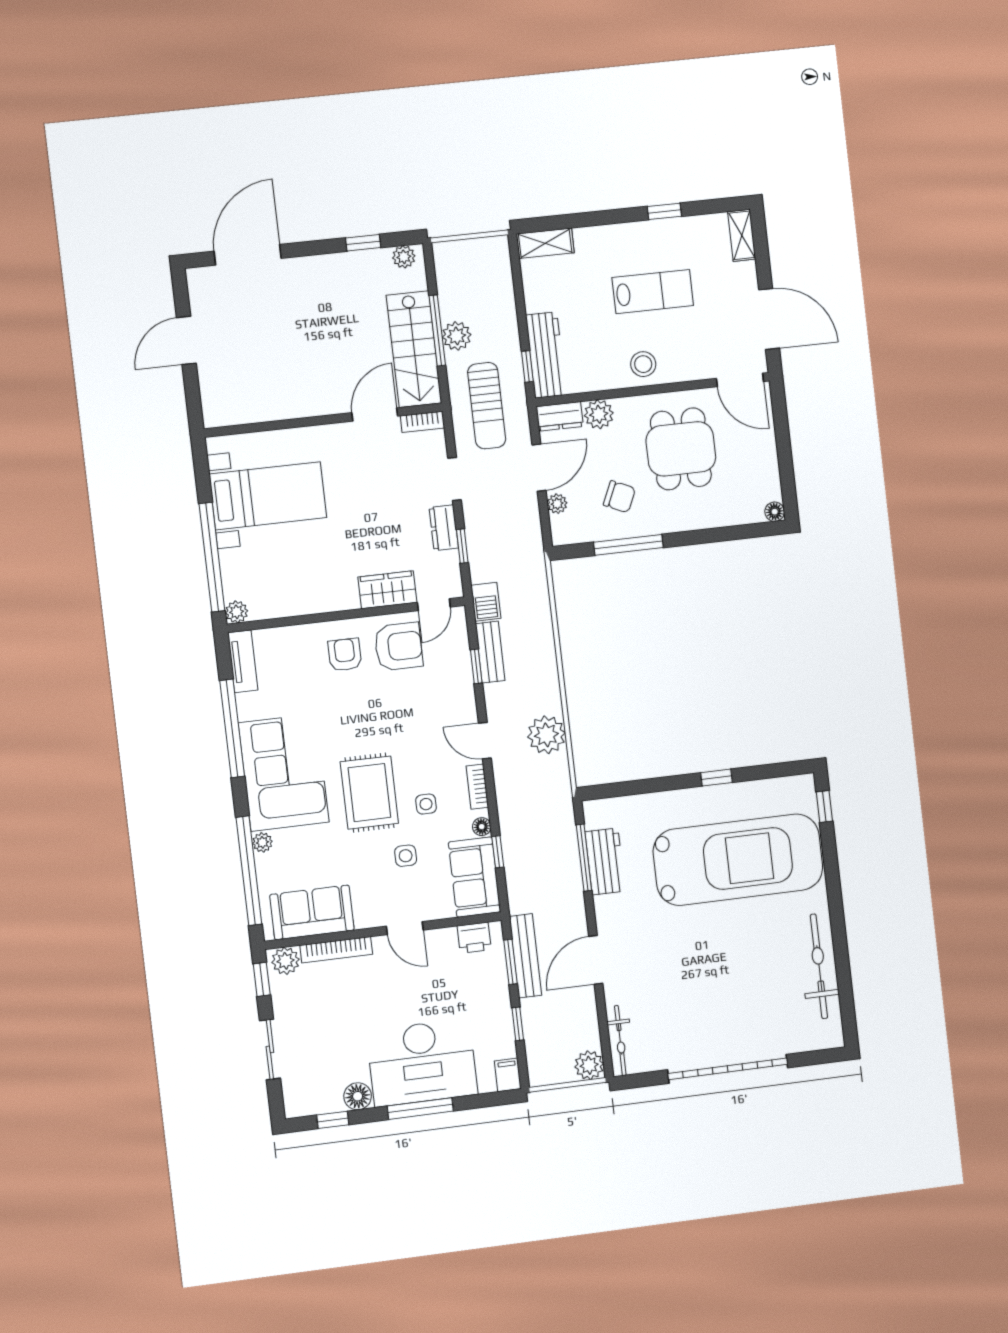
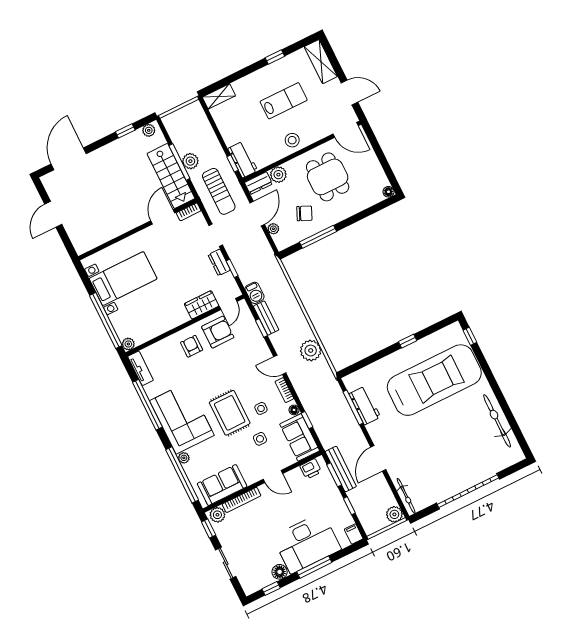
shelving: (742, 235) -> (321, 62), width x1.50, depth x1.33
door: (769, 319) -> (350, 93), width x0.73
workbench: (546, 355) -> (243, 160), width x0.73

